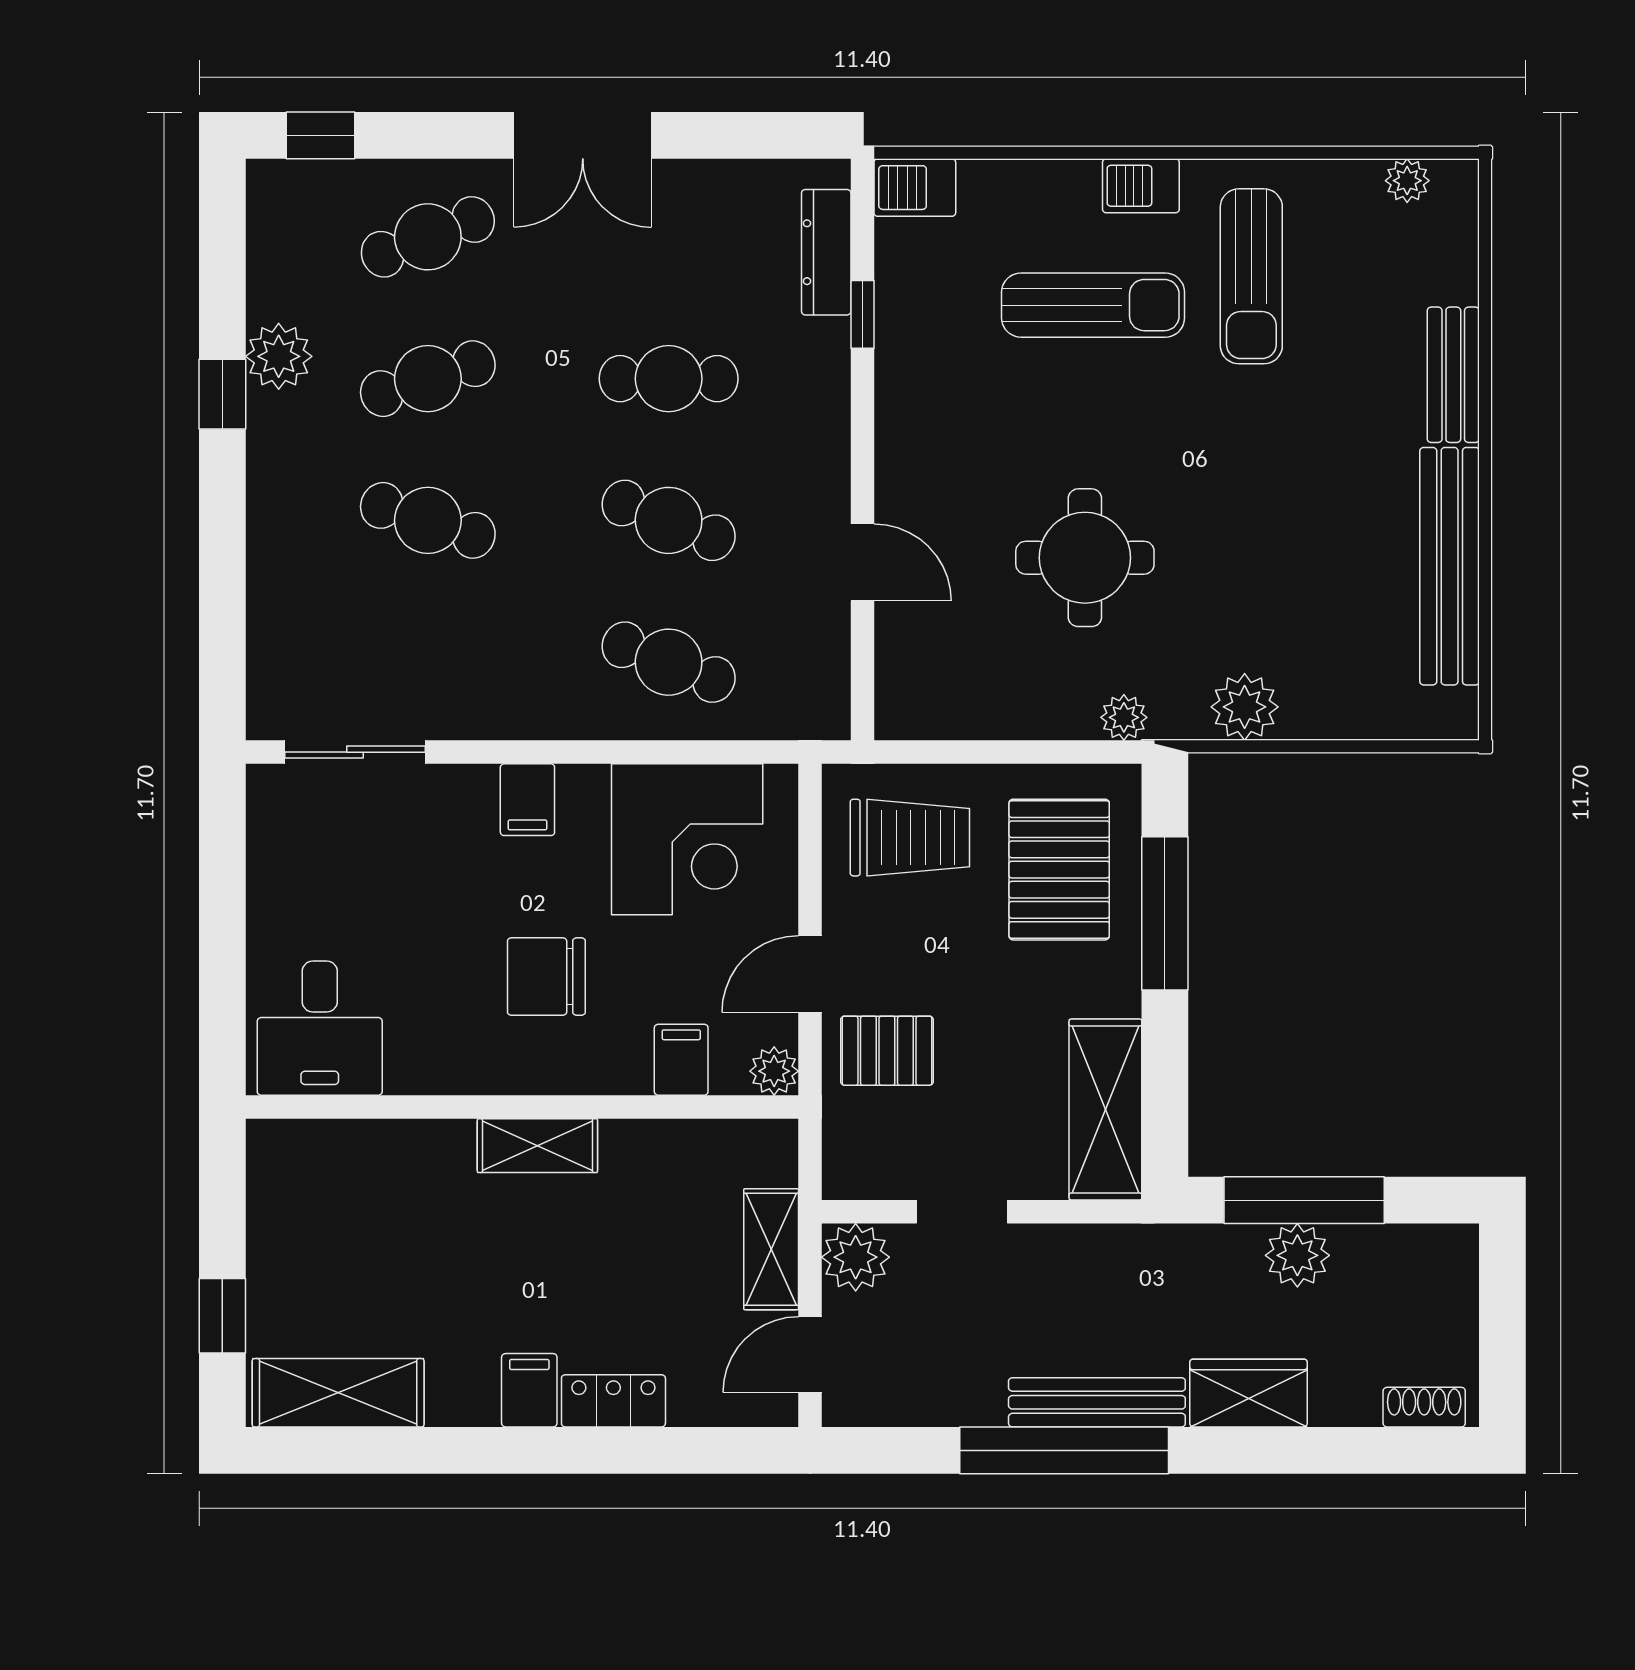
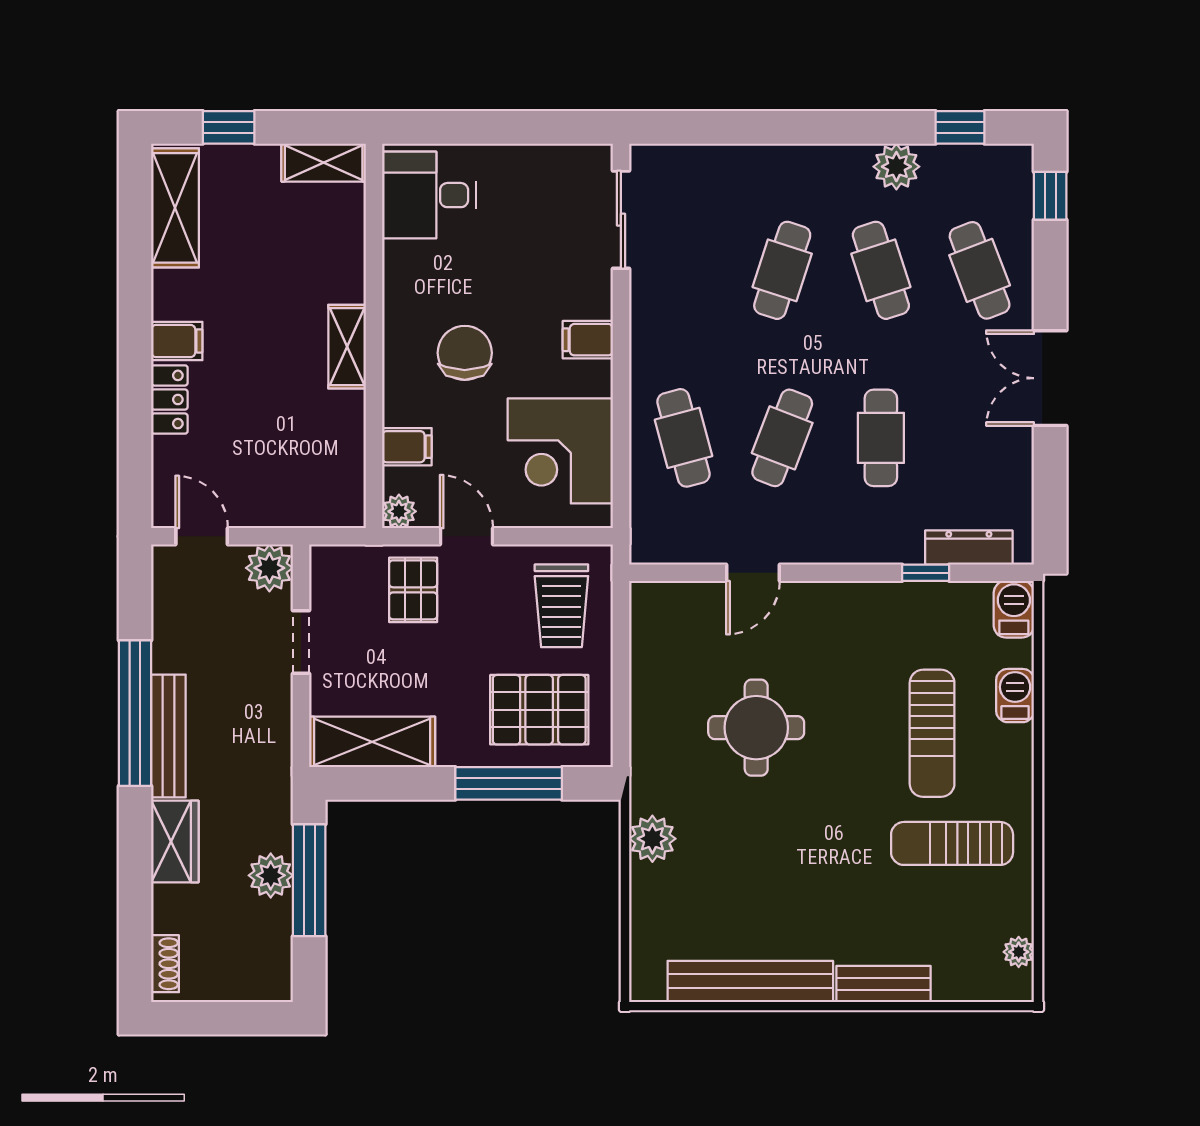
barbecue: (1141, 186) -> (1015, 696), moved
window: (222, 394) -> (960, 127), moved
cafe table: (669, 662) -> (684, 438), turned -36
plant: (1124, 717) -> (645, 755), removed
shelving: (771, 1249) -> (324, 163), moved

